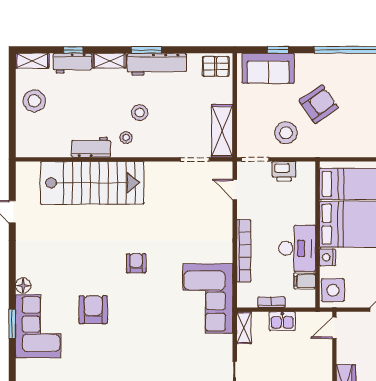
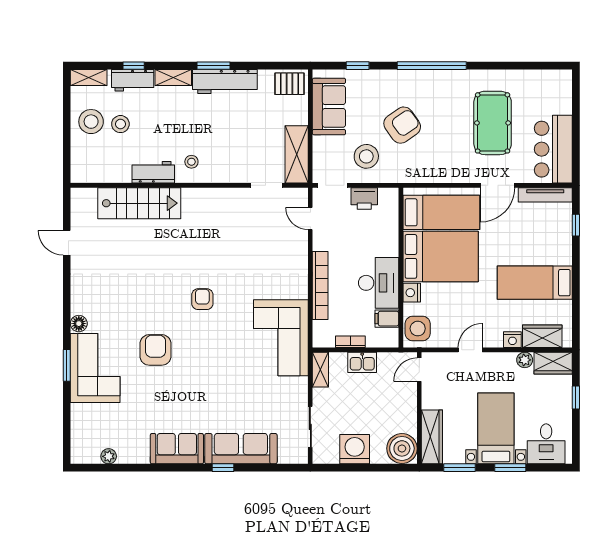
sofa: (268, 68) -> (329, 106), moved, turned -90
stool: (140, 113) -> (120, 124), moved
stairs: (92, 183) -> (139, 203), width x0.73, depth x0.66

